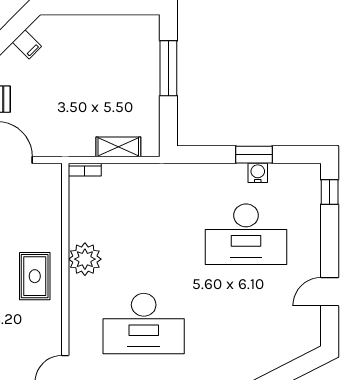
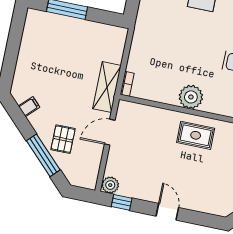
shelving: (118, 147) -> (107, 87), moved, width x1.50, depth x1.33

